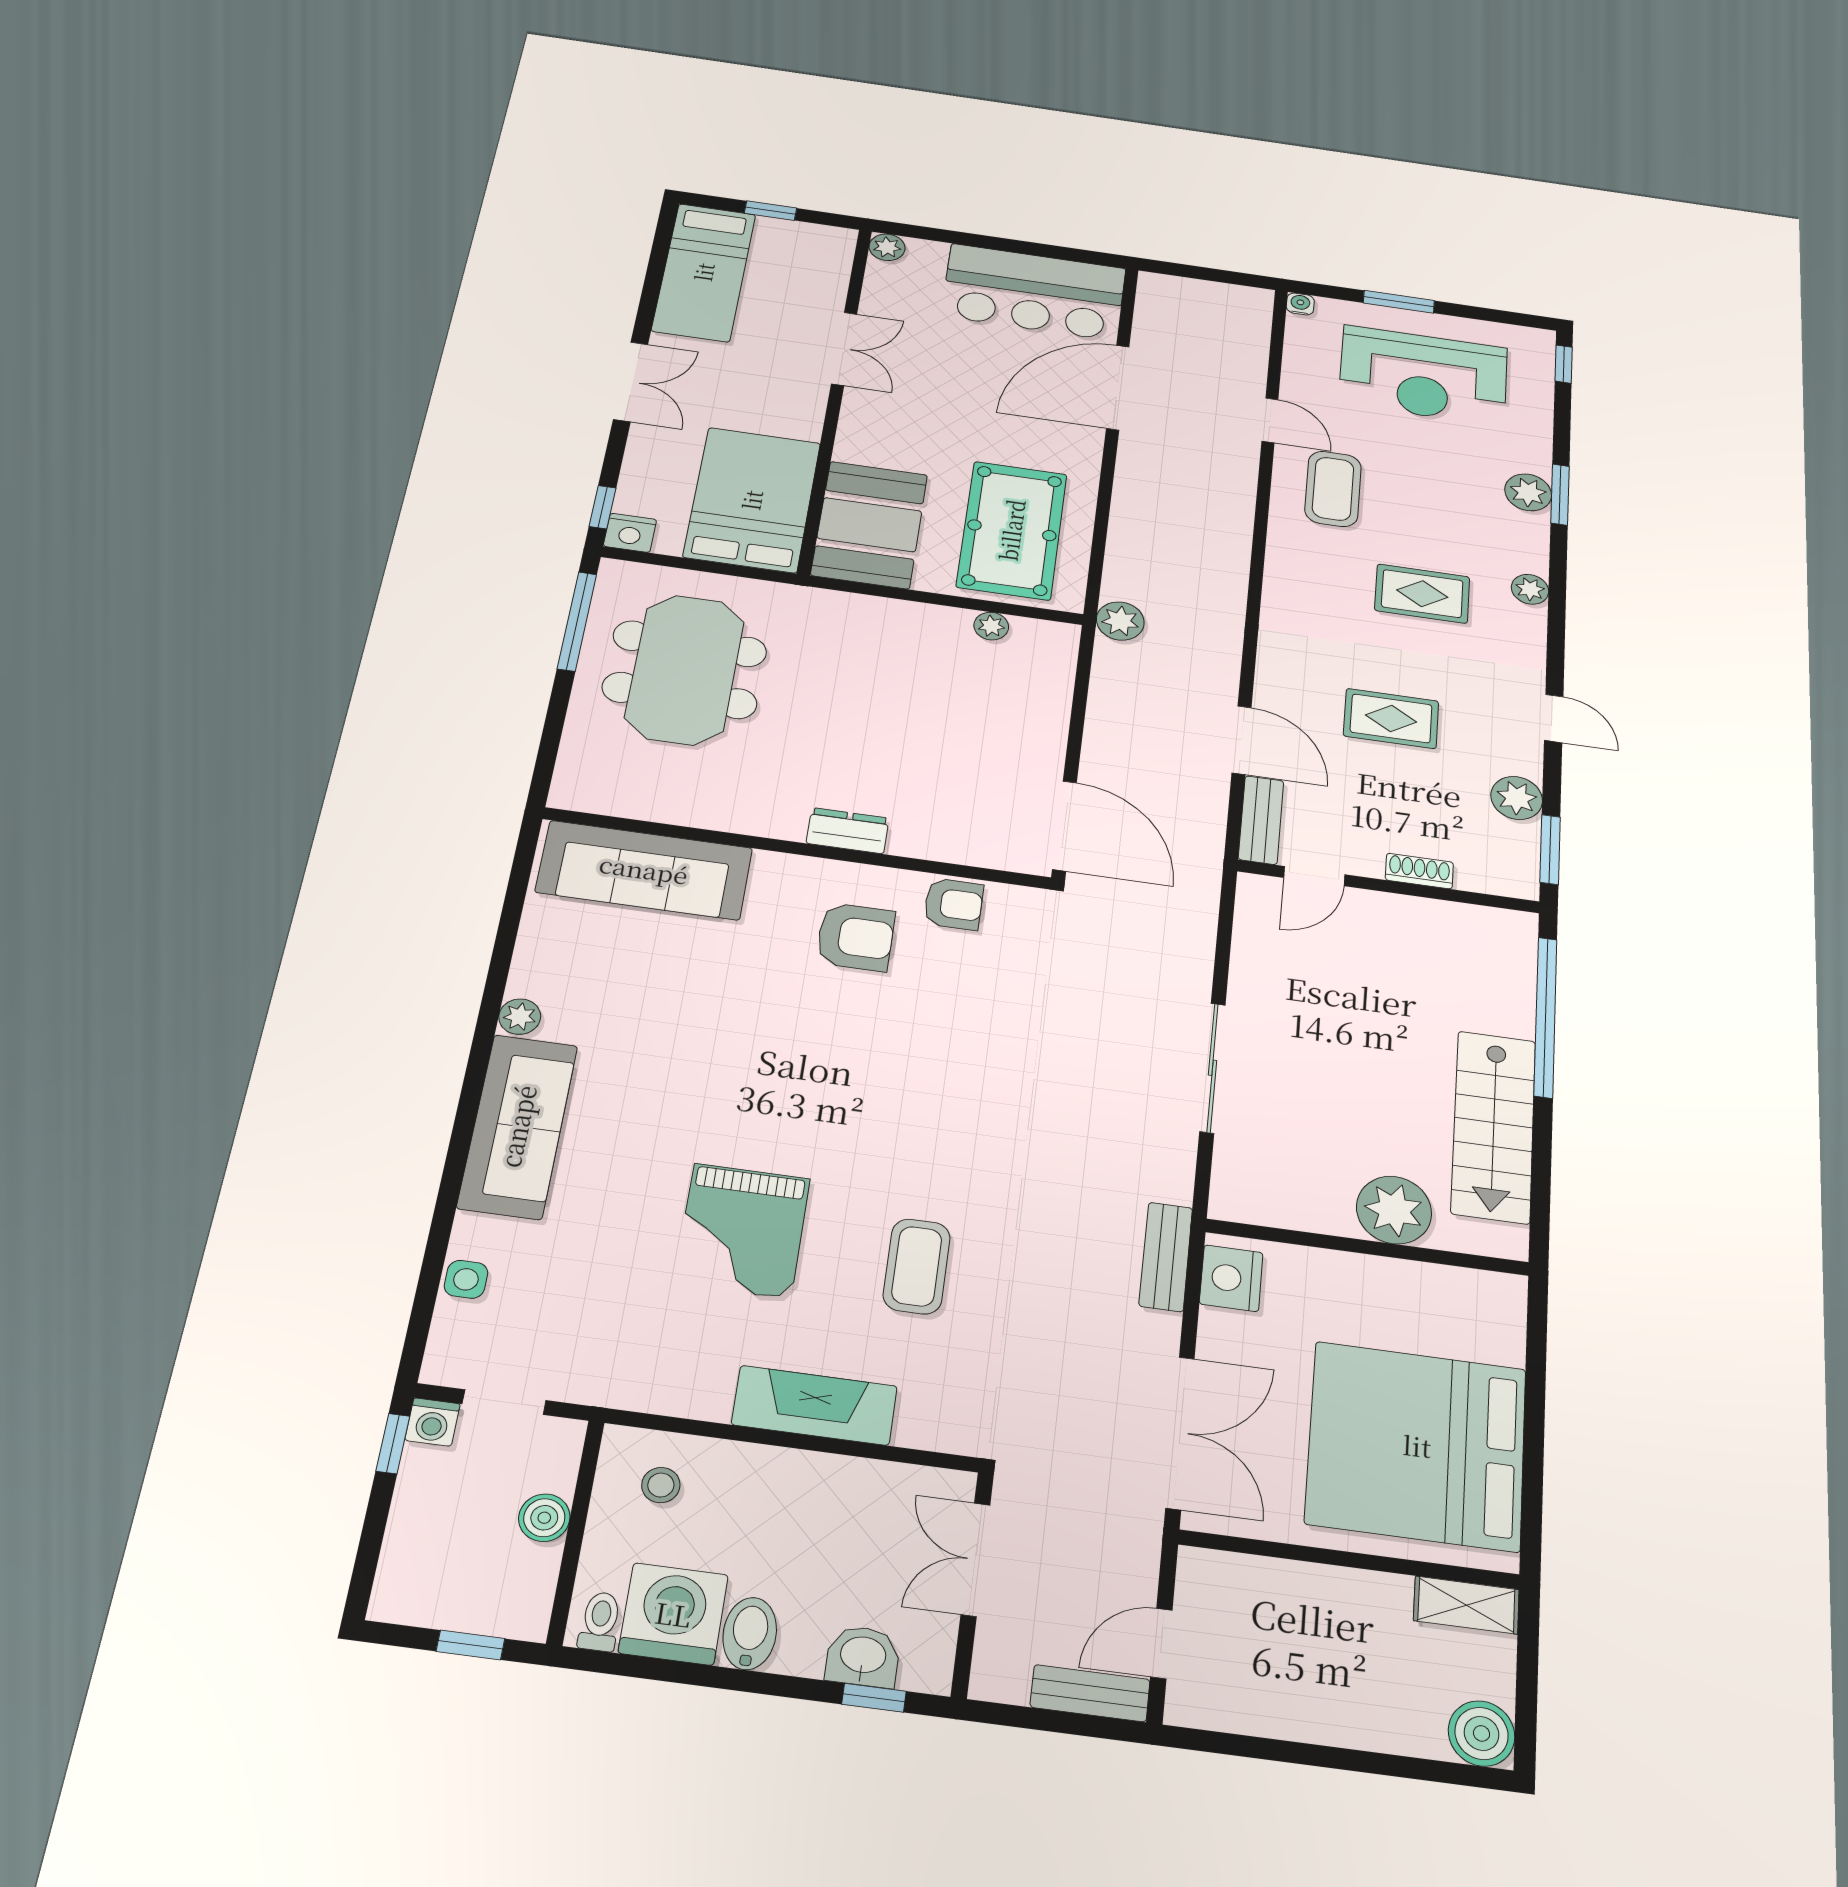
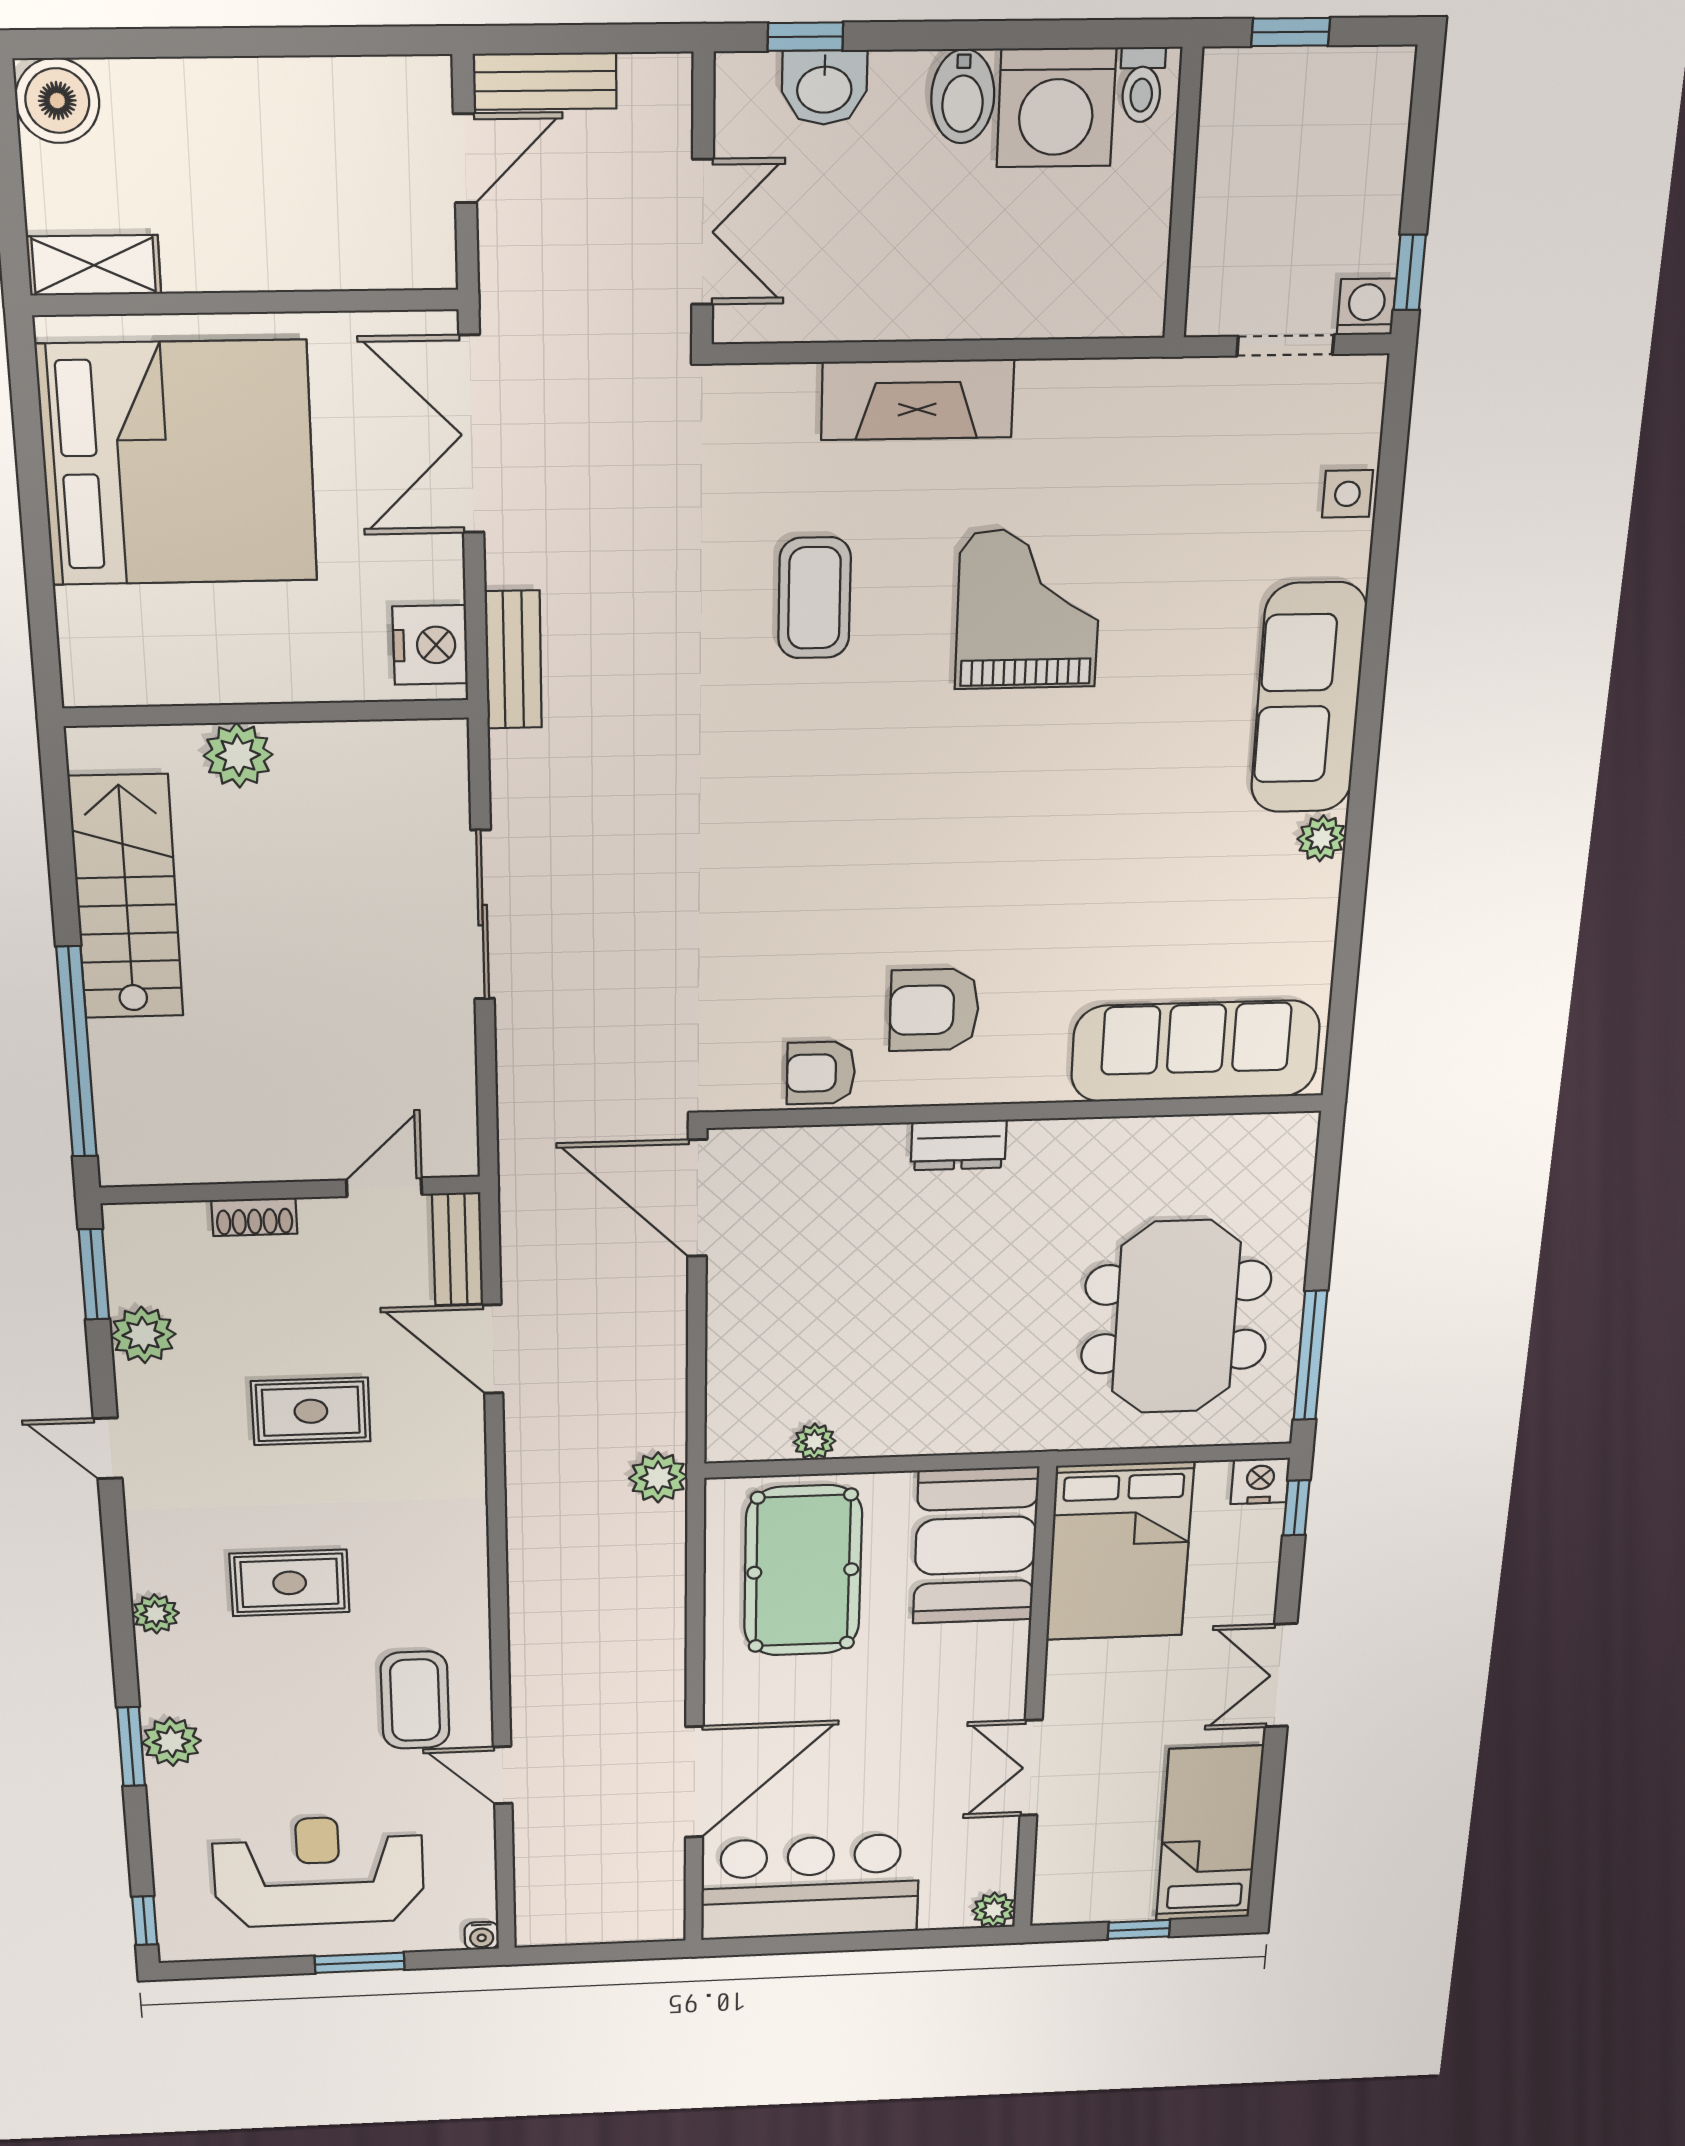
plant: (1394, 1210) -> (238, 755), width x0.73, depth x0.73
stool: (661, 1485) -> (1089, 269), removed
boiler: (544, 1518) -> (1222, 206), removed

